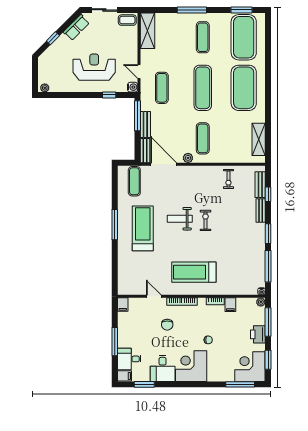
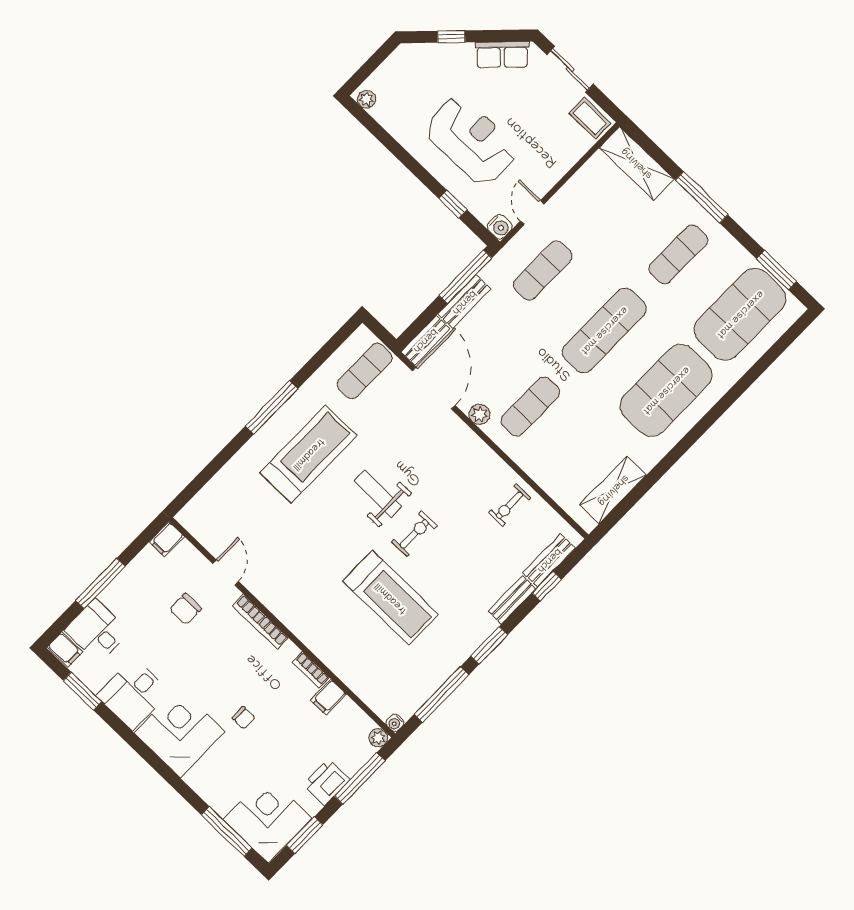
shelving: (148, 31) -> (637, 163), moved, turned 90
treadmill: (194, 272) -> (391, 598), moved, turned 180
chair: (167, 325) -> (185, 609), moved

